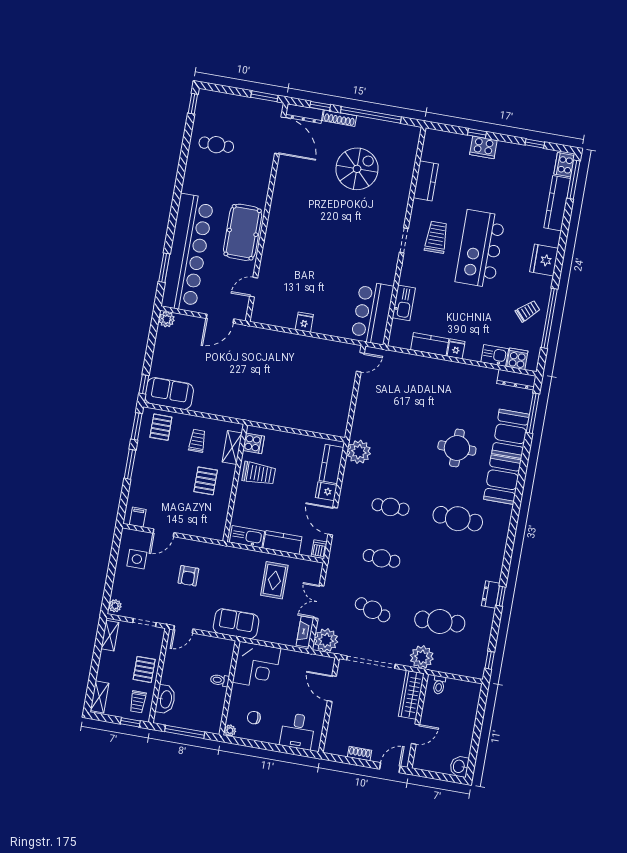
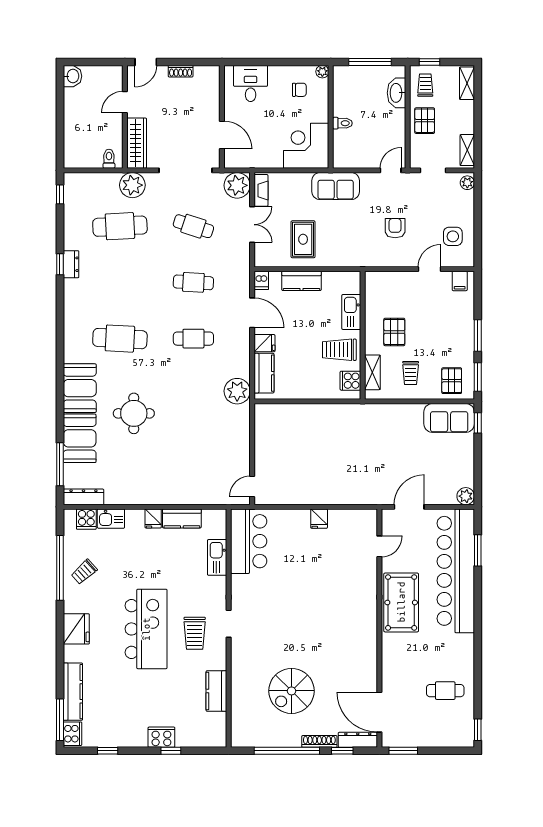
kitchen sink: (247, 537) -> (351, 312), moved, turned 90

